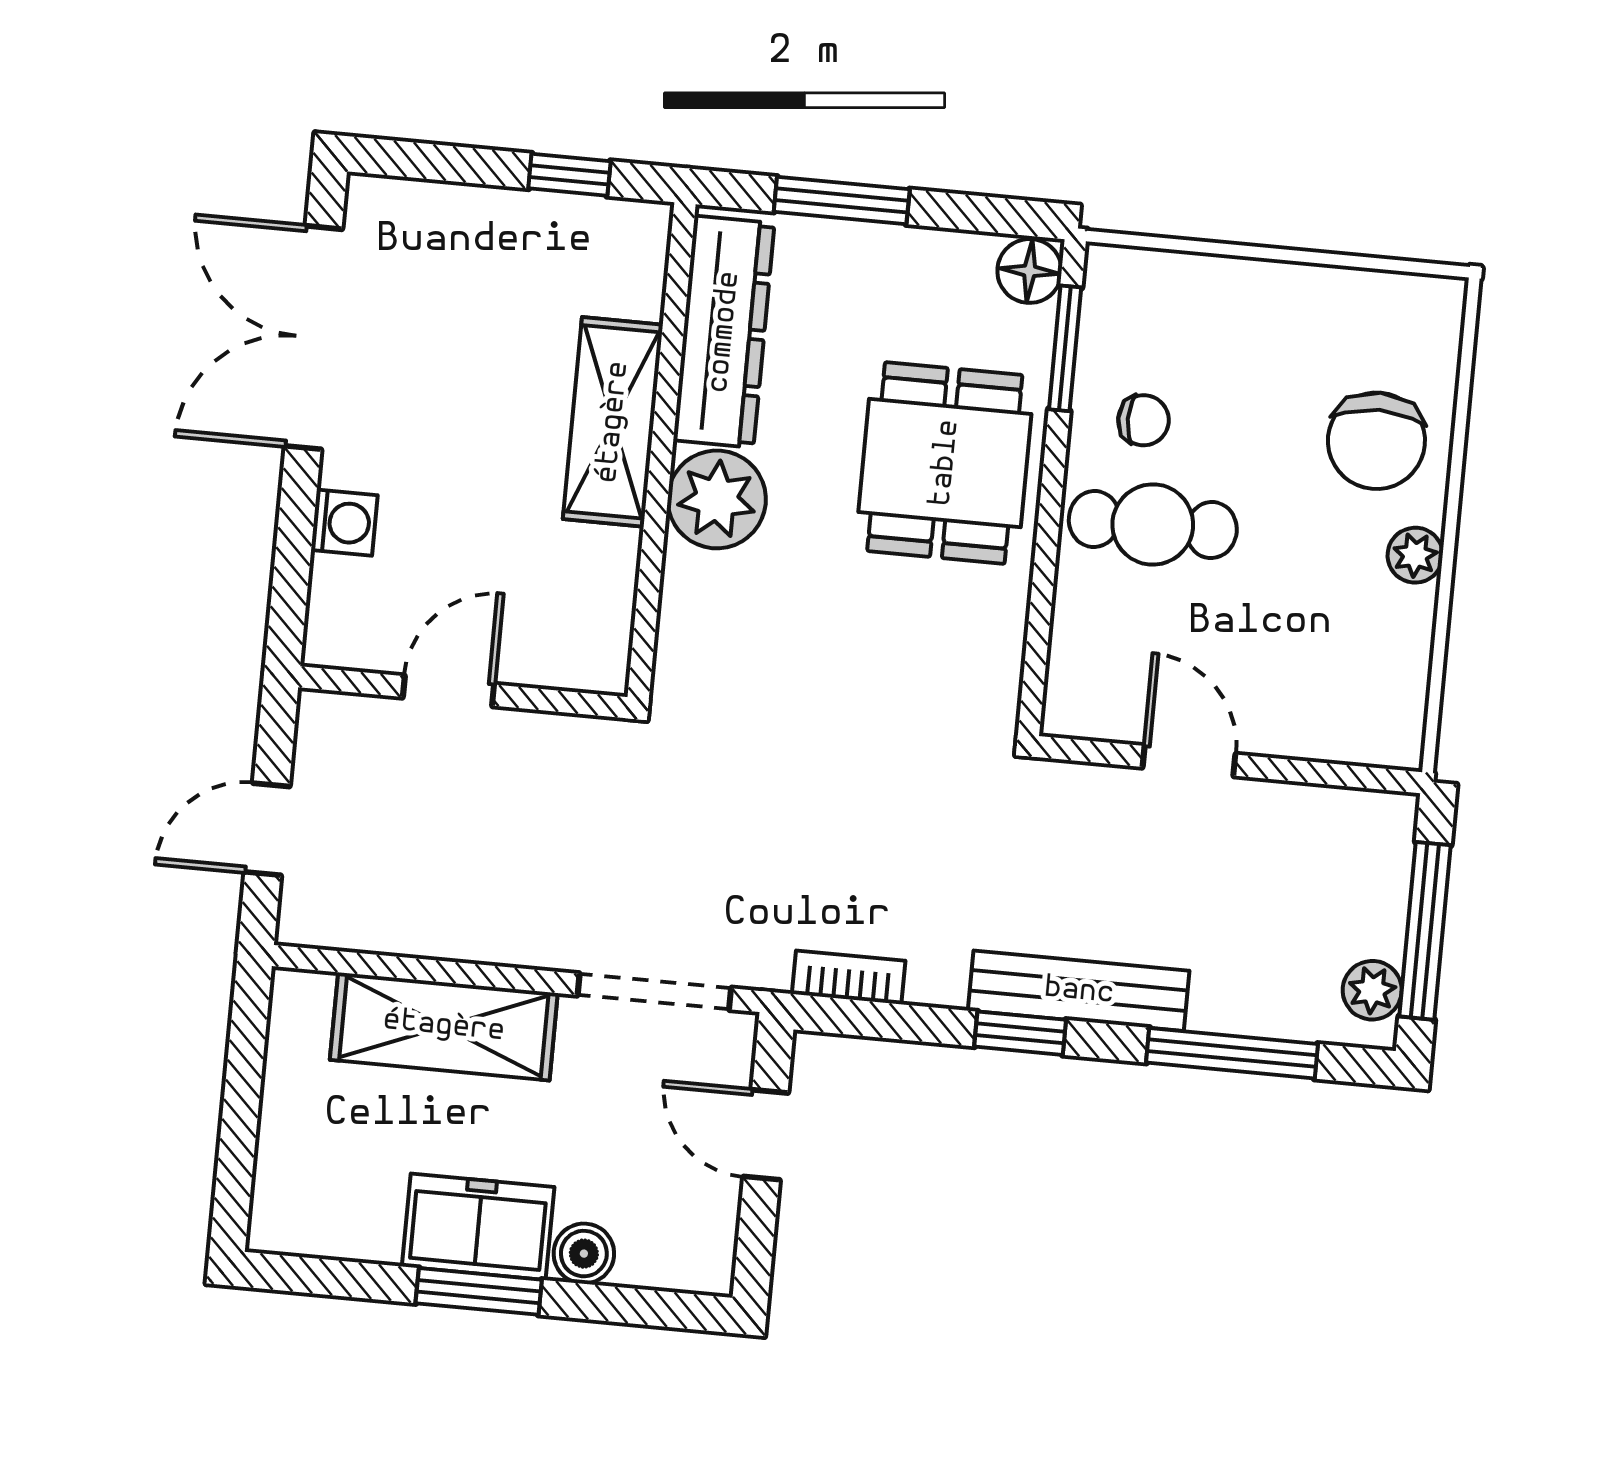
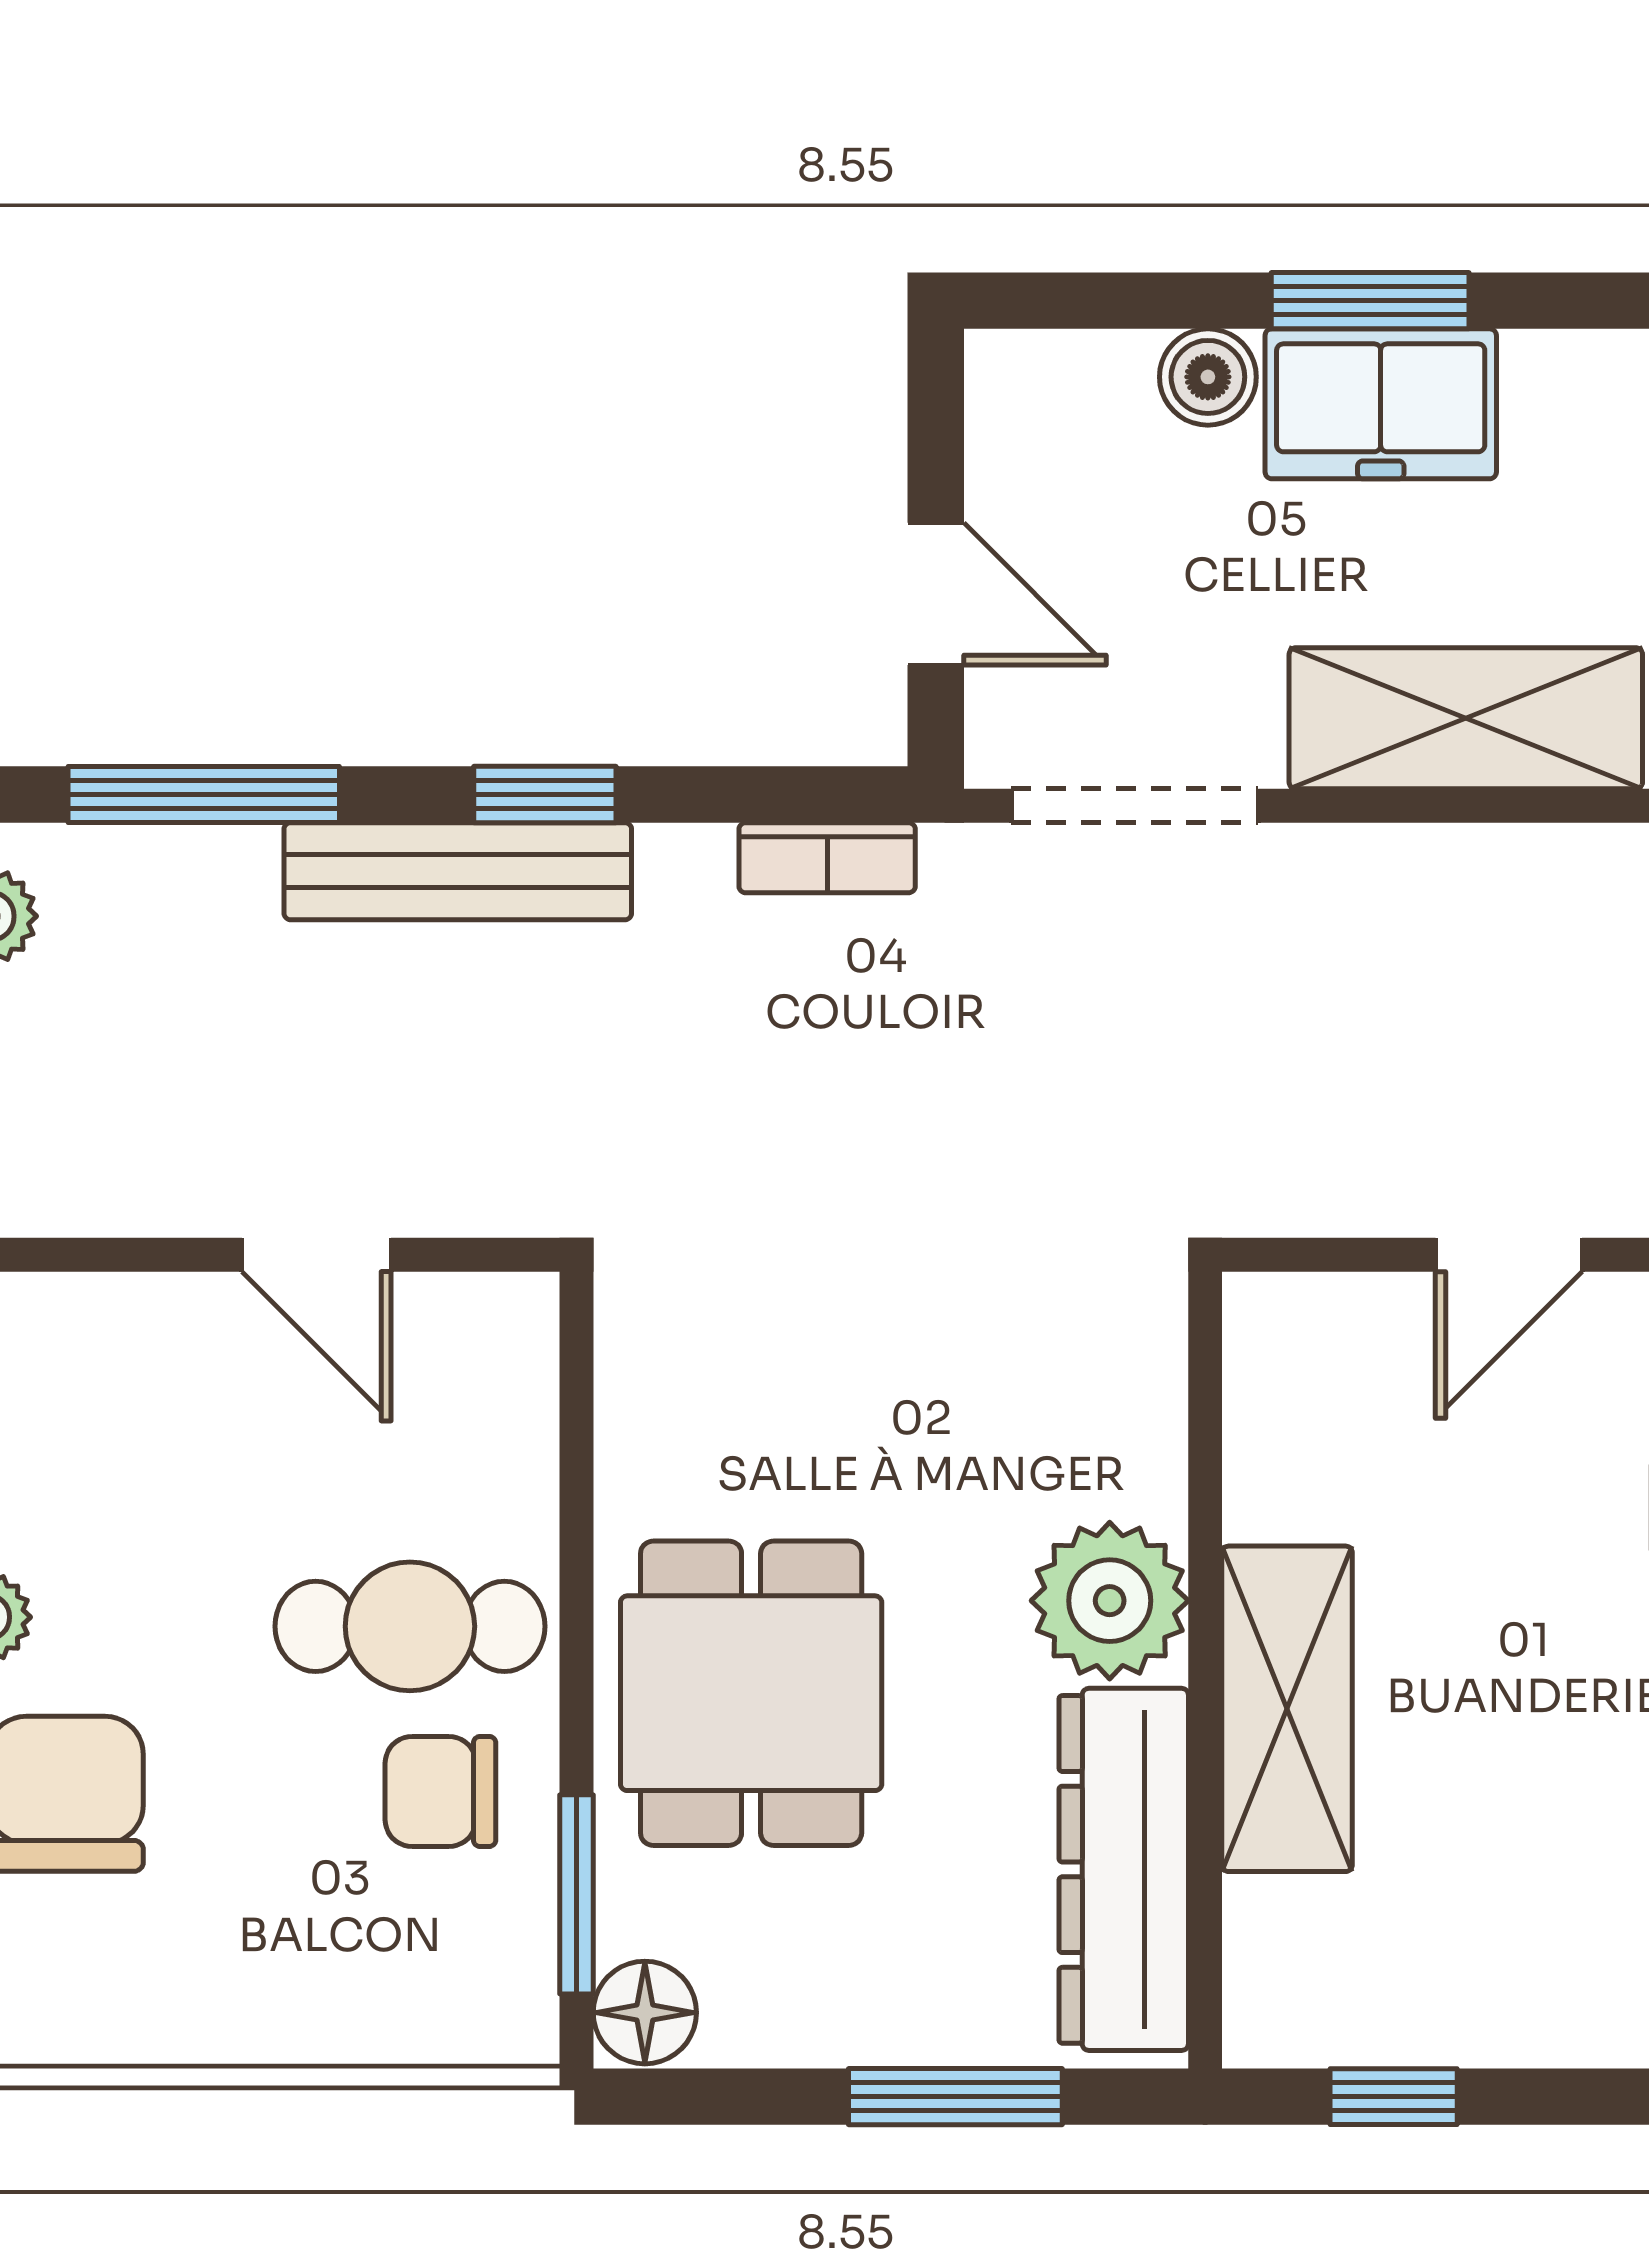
chair: (1144, 420) -> (440, 1791), width x1.37, depth x1.37

